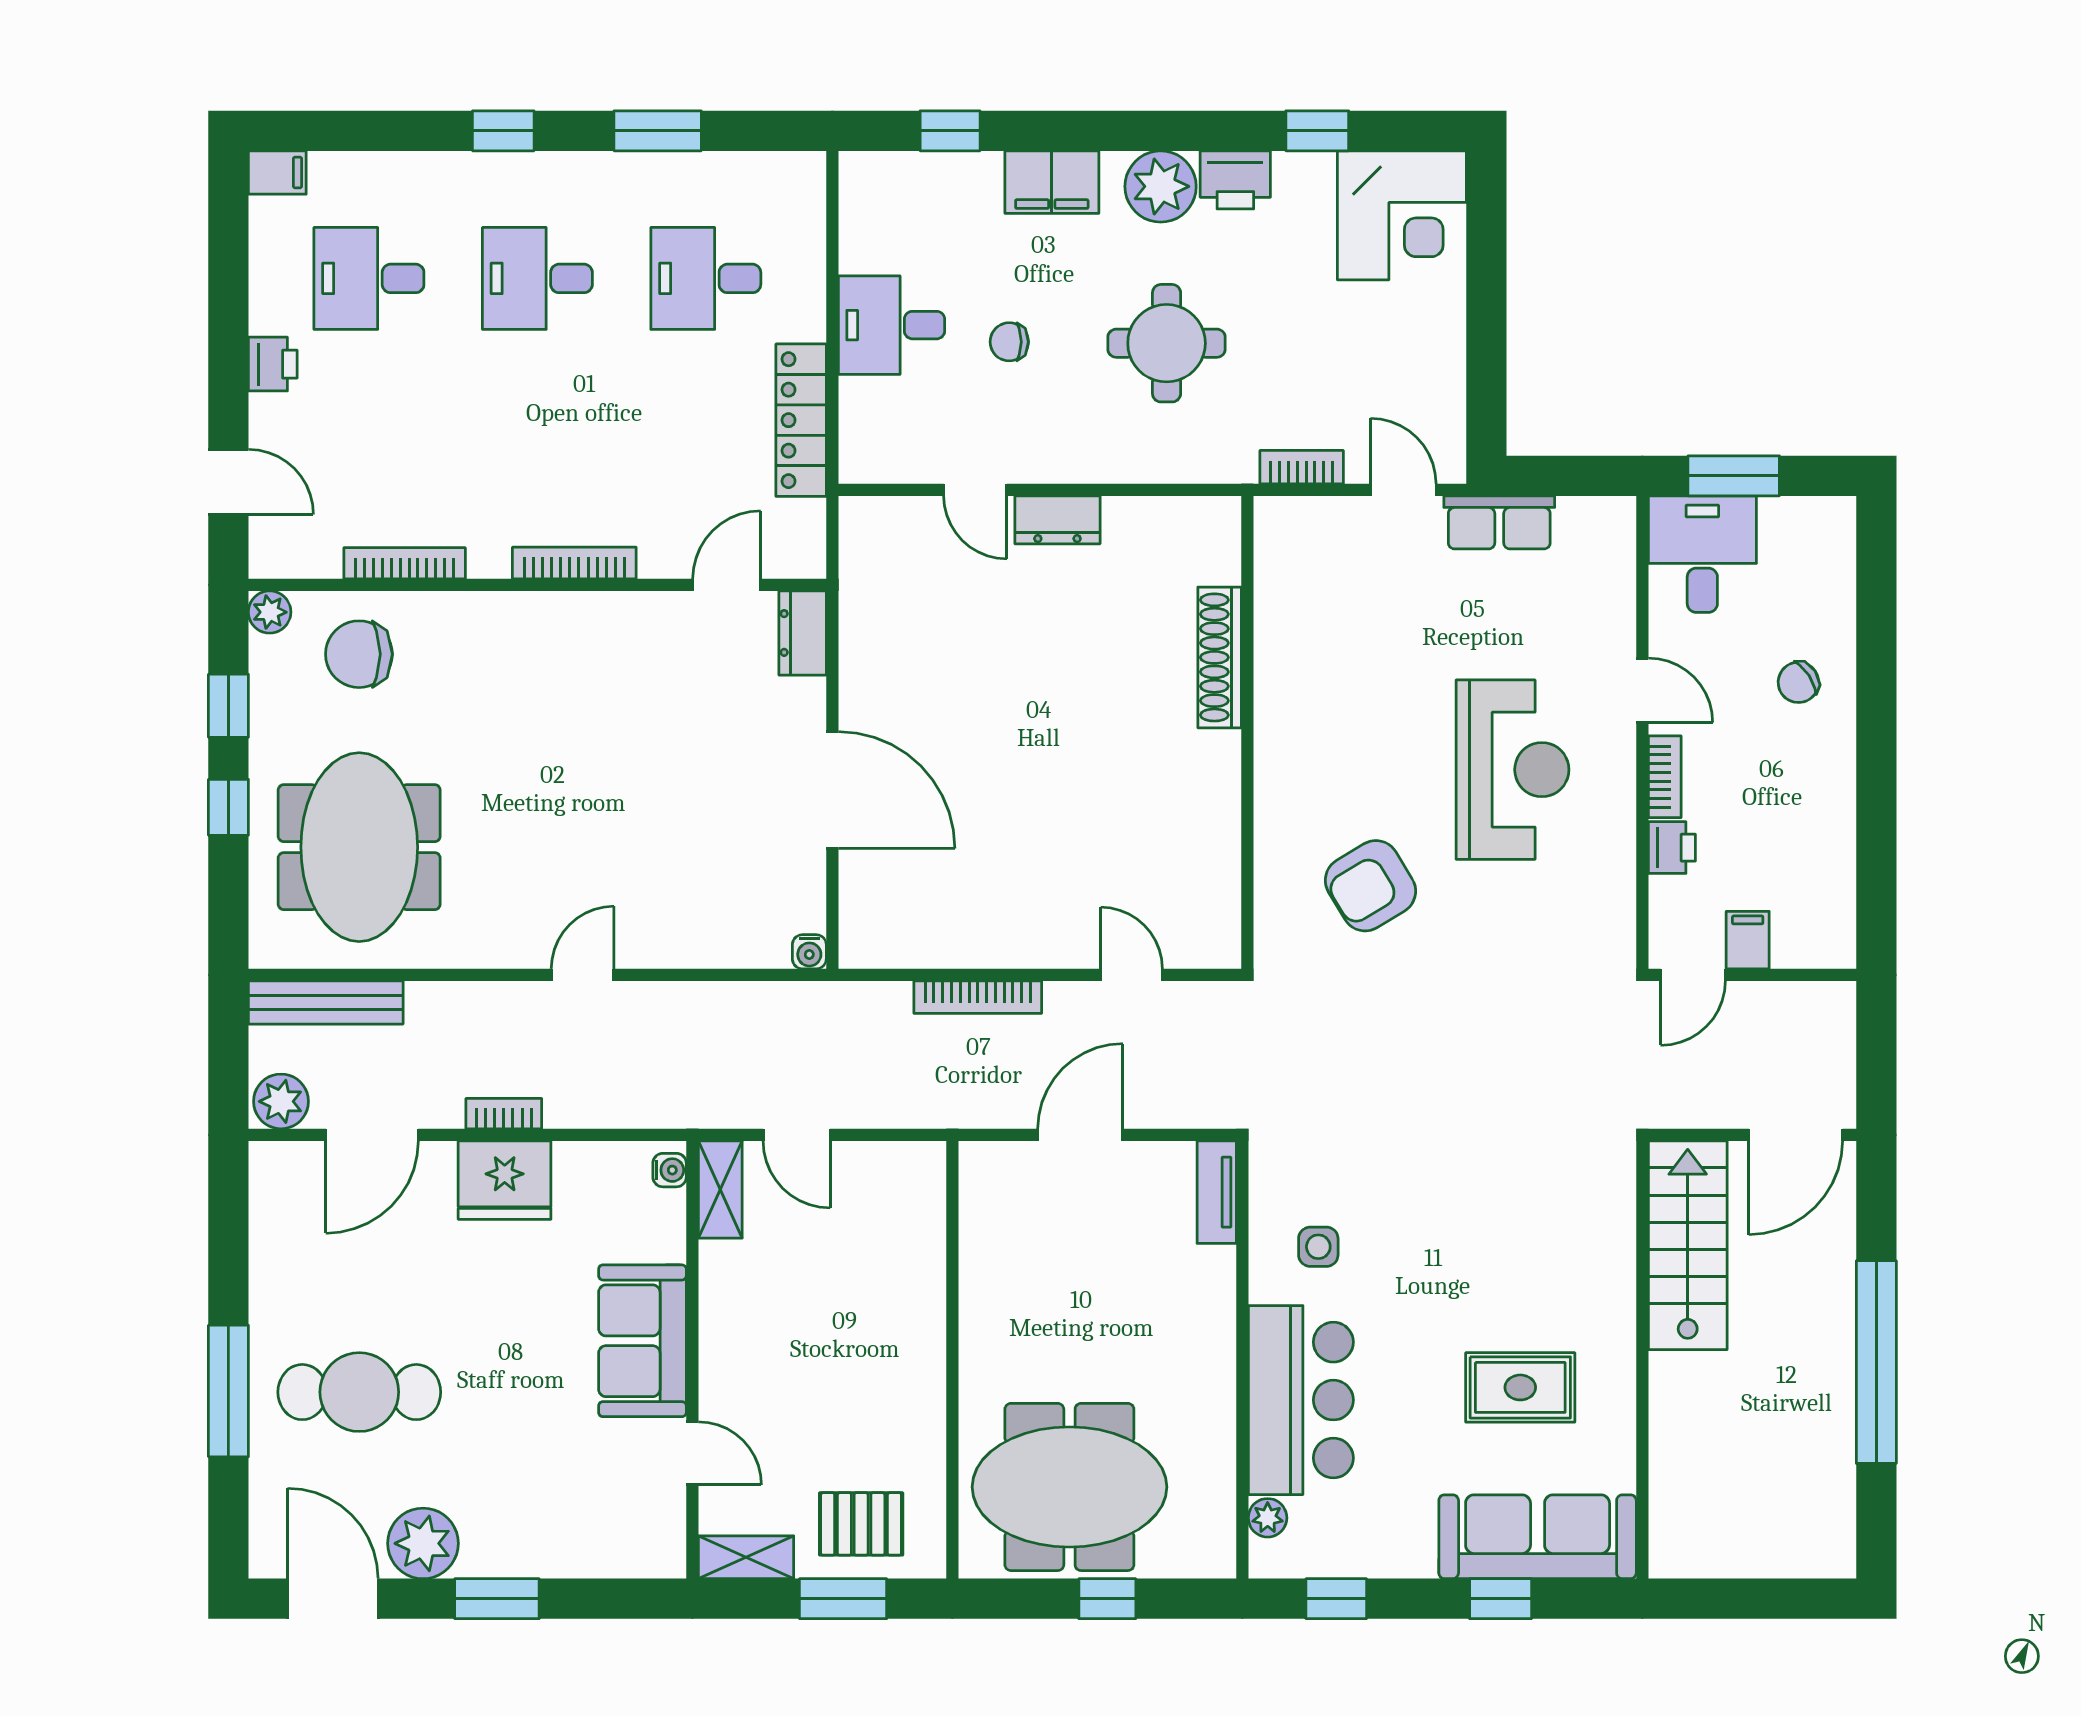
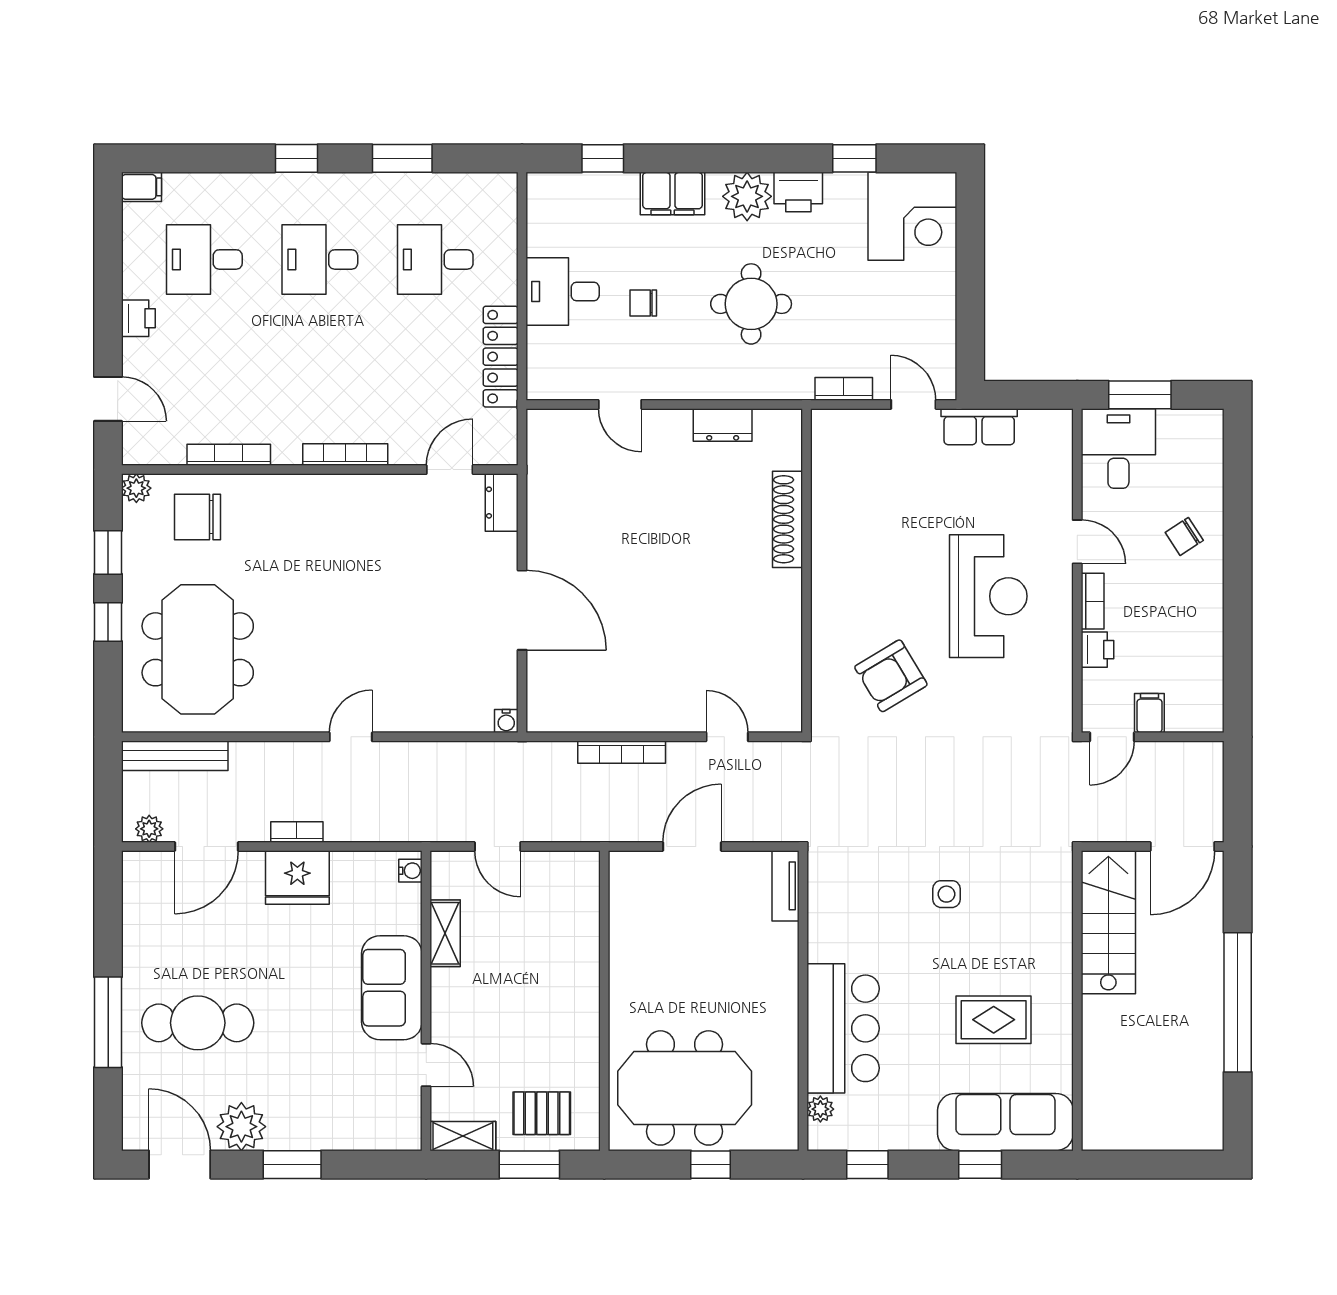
dresser: (1057, 520) -> (723, 425), moved
plant: (281, 1101) -> (149, 829), width x0.73, depth x0.73
shelving: (720, 1189) -> (445, 933), moved
side table: (1318, 1247) -> (946, 894), moved

